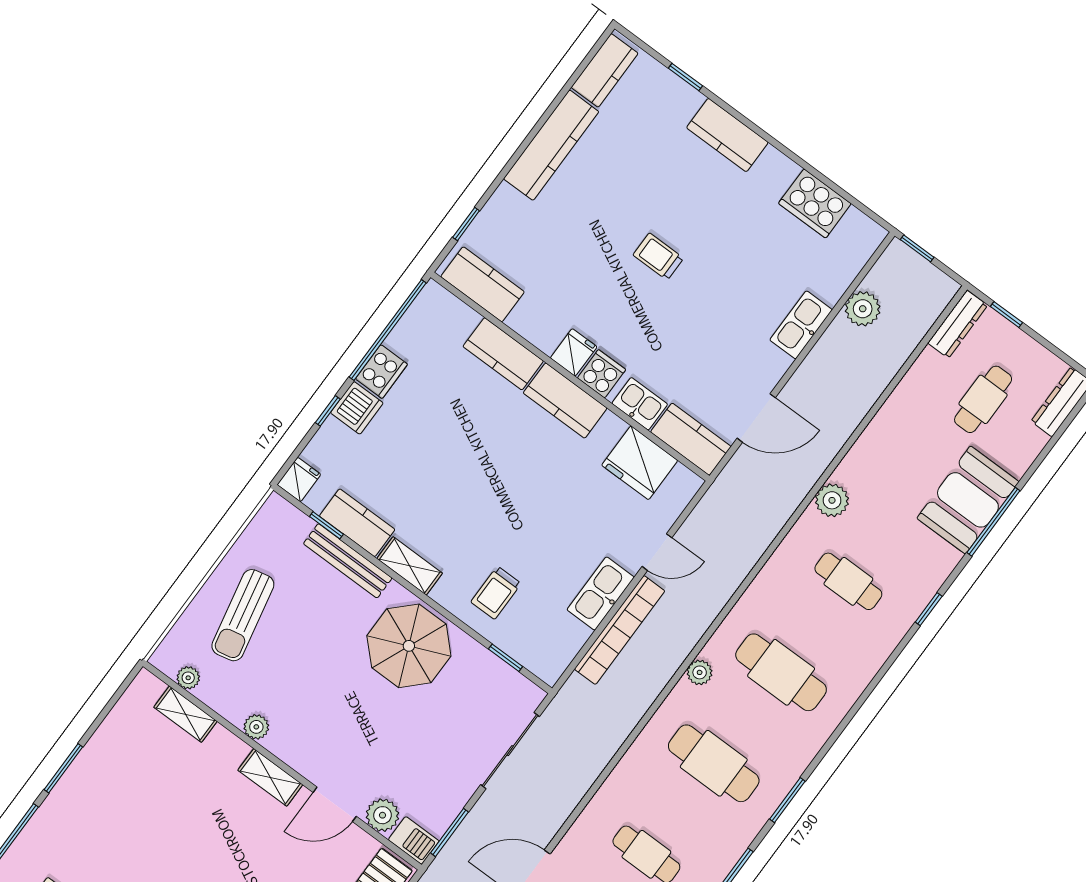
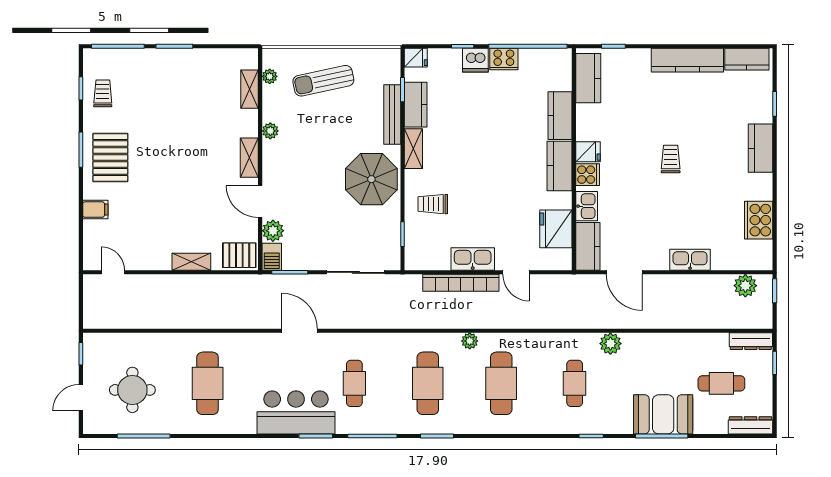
plant: (863, 309) -> (745, 286), moved

